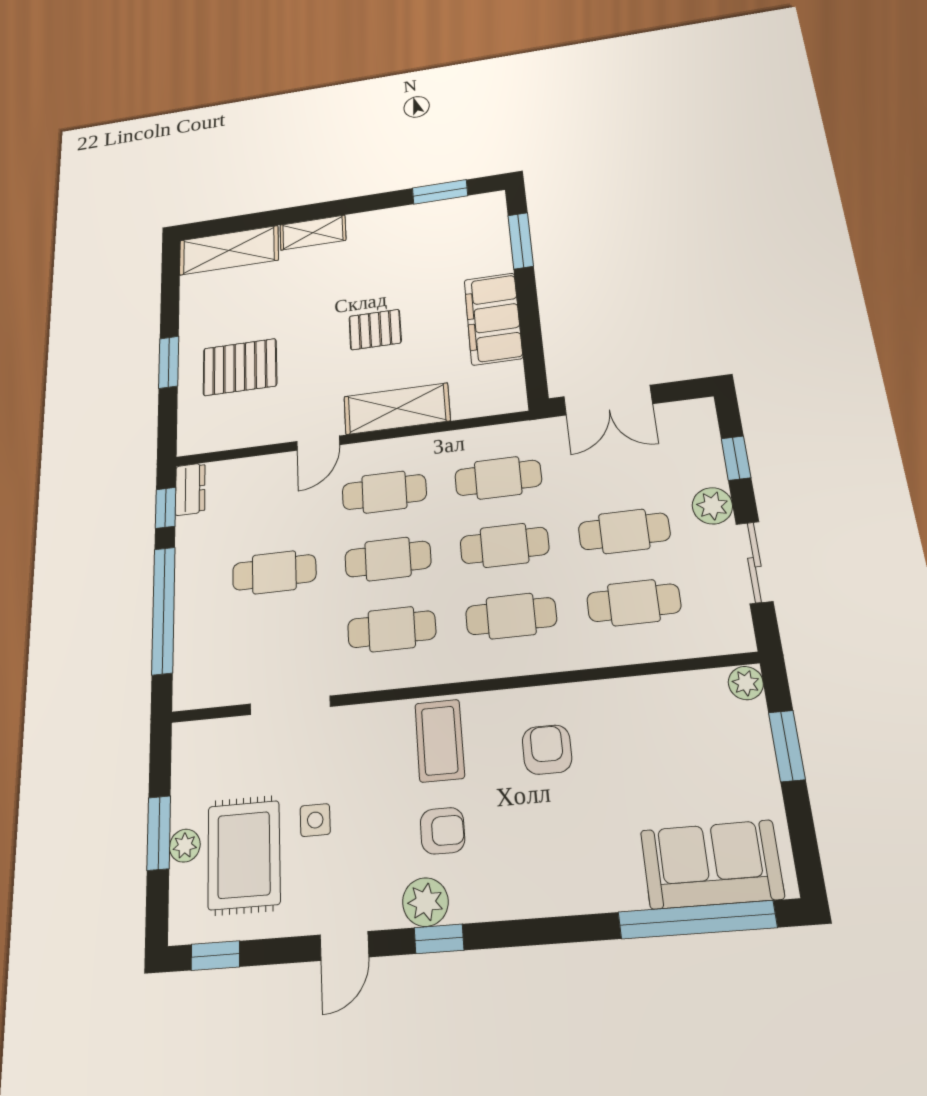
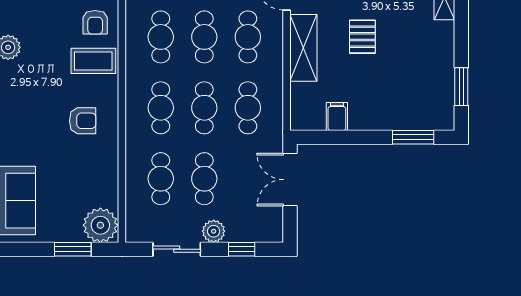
filing cabinet: (493, 319) -> (337, 117), width x0.33, depth x0.86
plant: (746, 683) -> (100, 225), width x1.88, depth x1.88
armchair: (443, 831) -> (95, 22), moved

